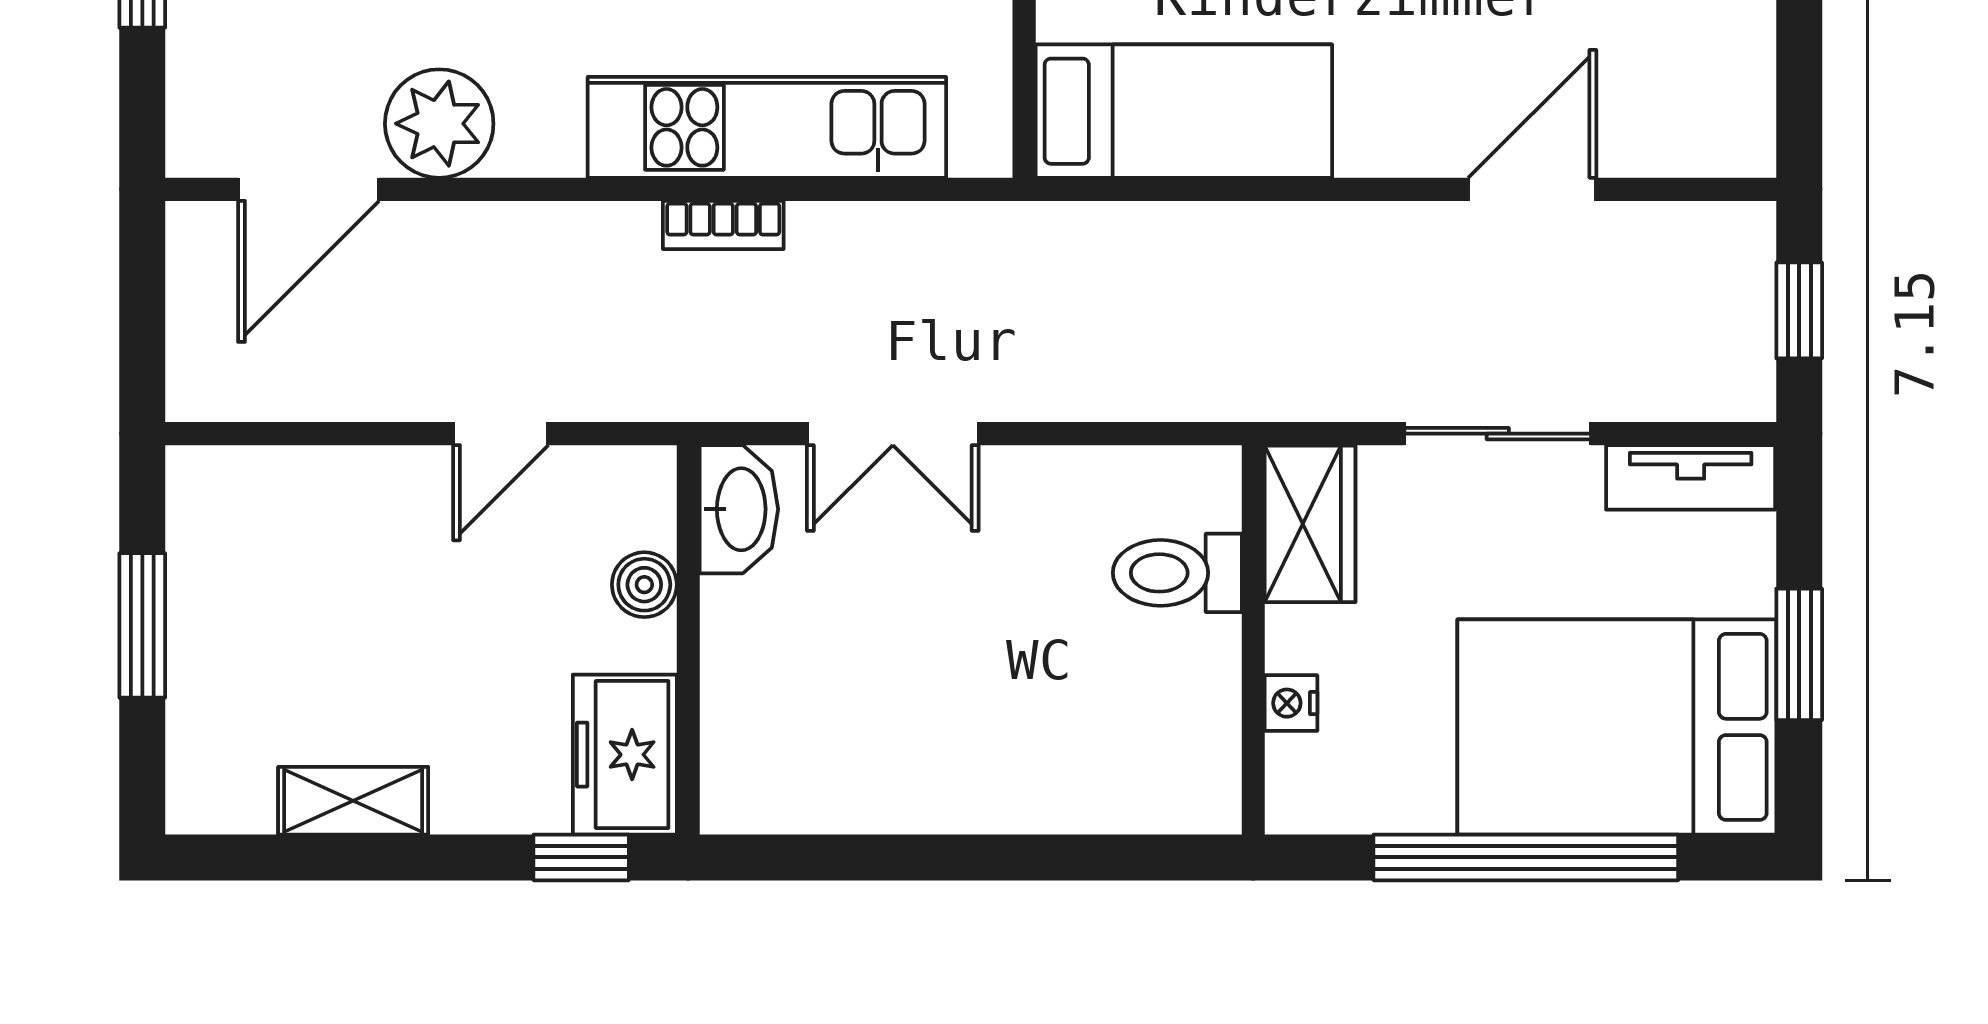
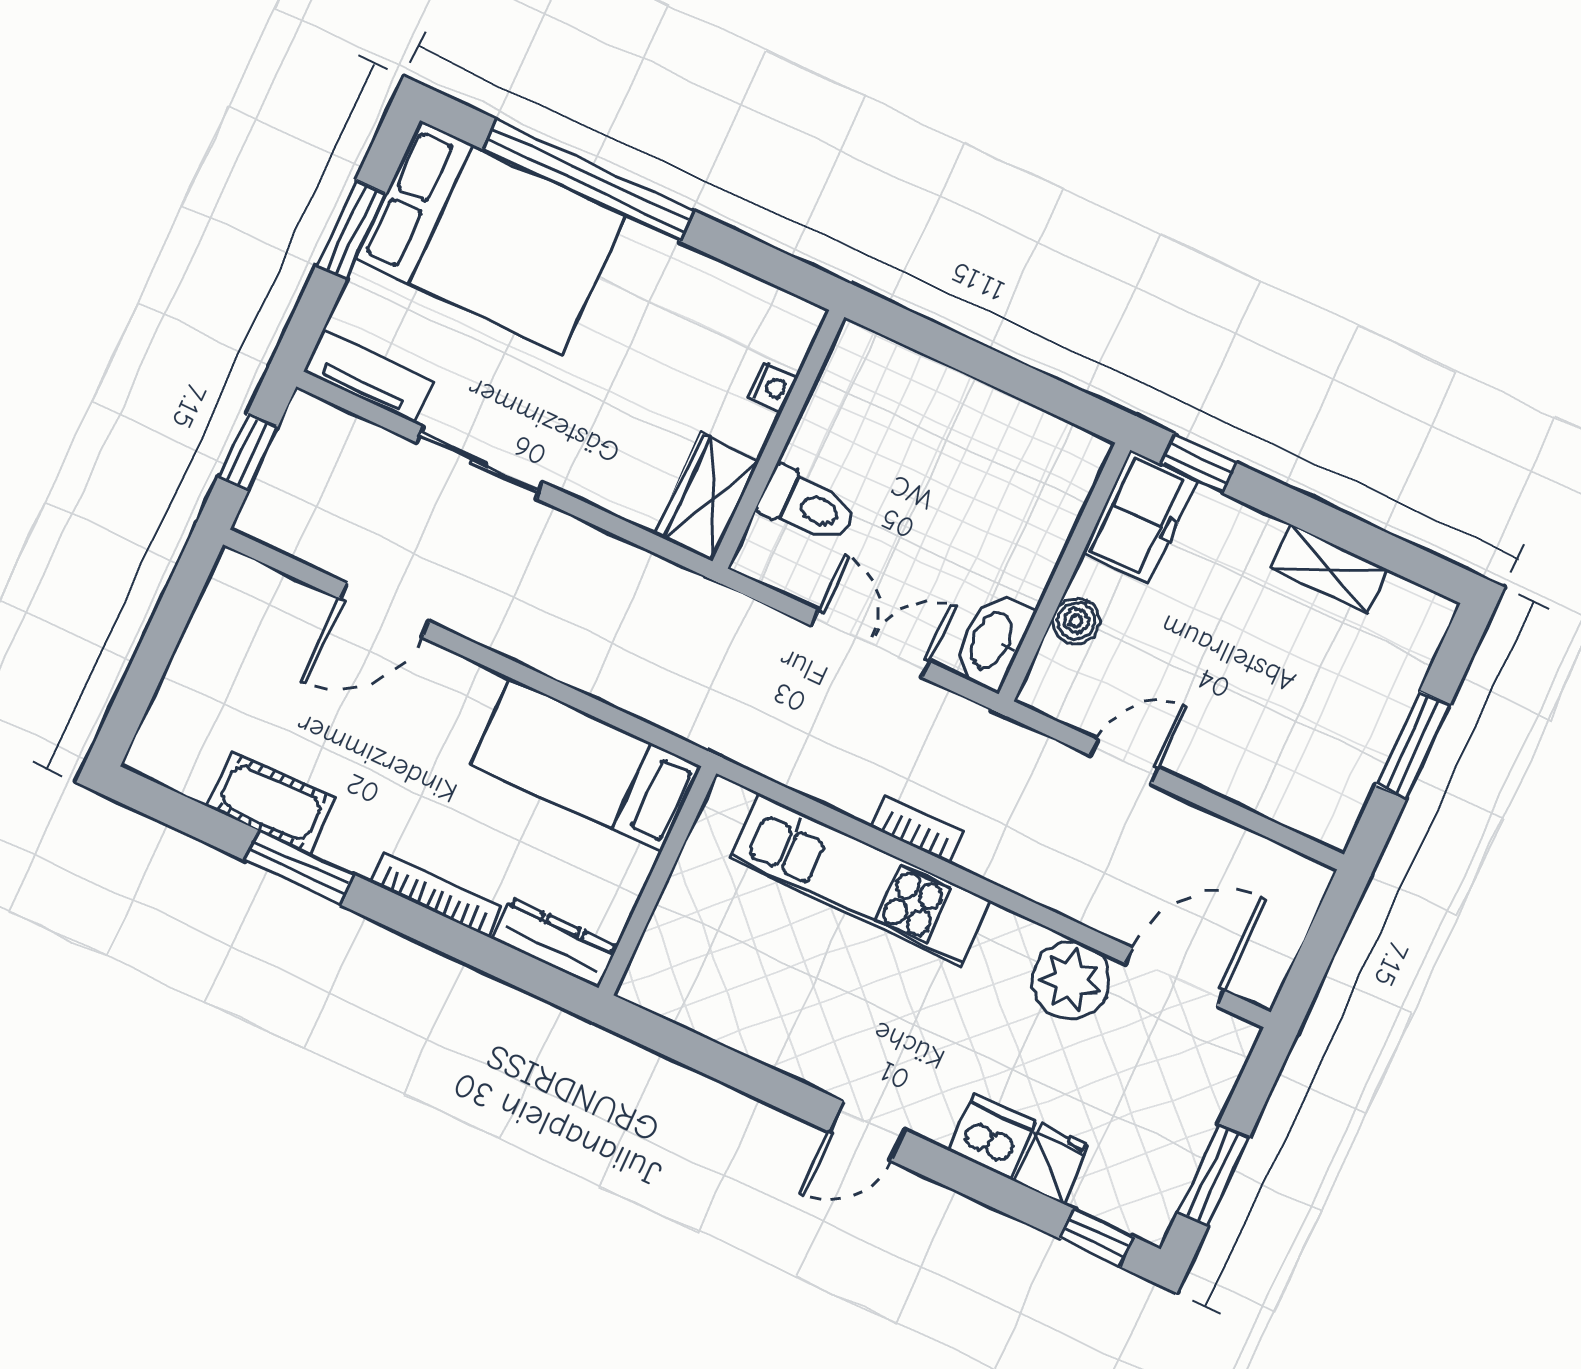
wardrobe: (1310, 524) -> (707, 497), moved
toilet: (1177, 573) -> (807, 505), moved
wall: (1253, 640) -> (778, 439), moved
nightstand: (1291, 703) -> (773, 387), moved

